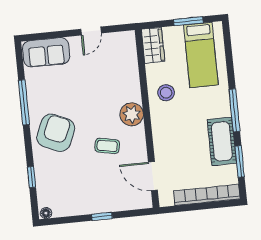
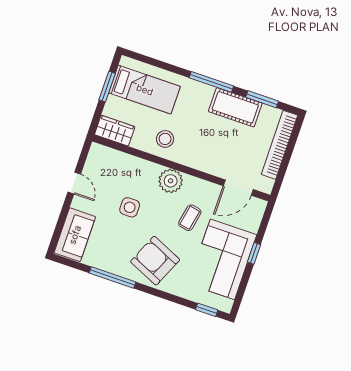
side table: (92, 89) -> (130, 207), added
window: (32, 177) -> (207, 310), moved
corner sofa: (84, 191) -> (222, 259), added
floor lamp: (46, 213) -> (227, 305), removed

